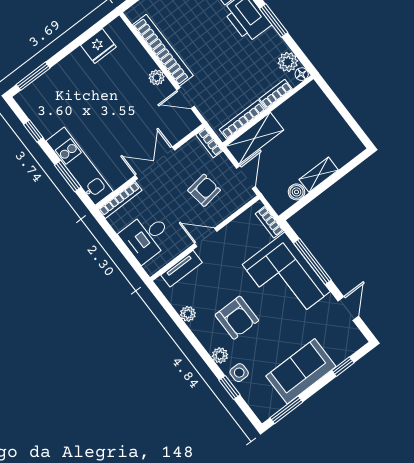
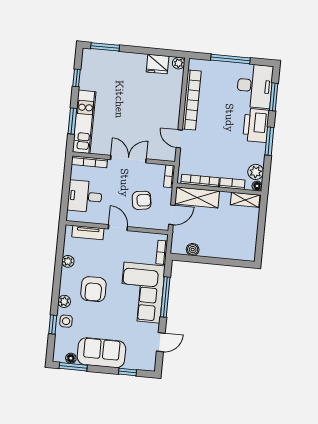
plant: (157, 77) -> (179, 63), moved
shelving: (319, 175) -> (245, 200), moved
floor lamp: (277, 404) -> (71, 358), added

